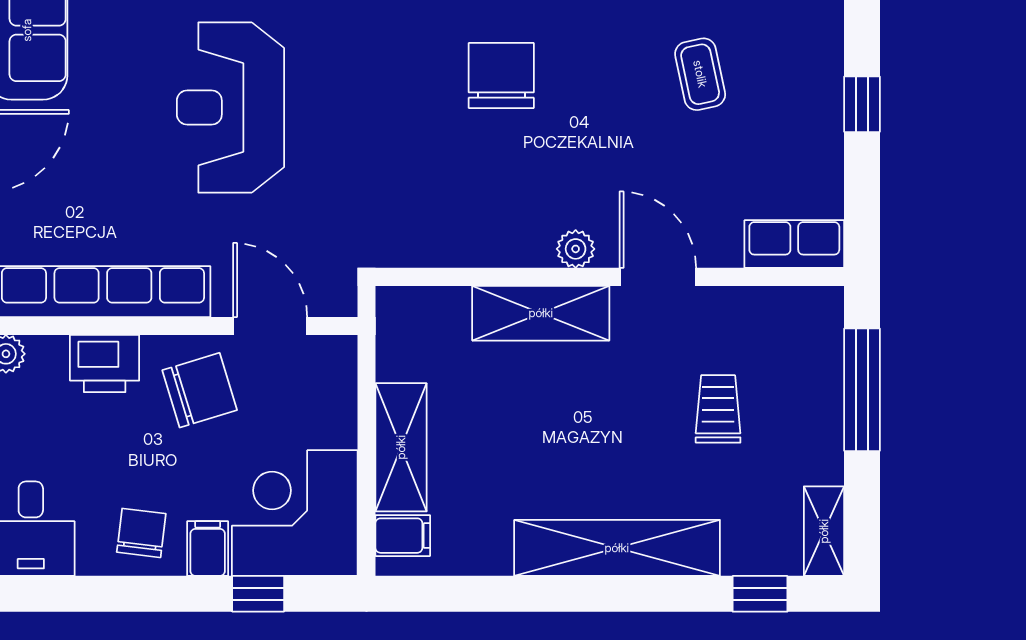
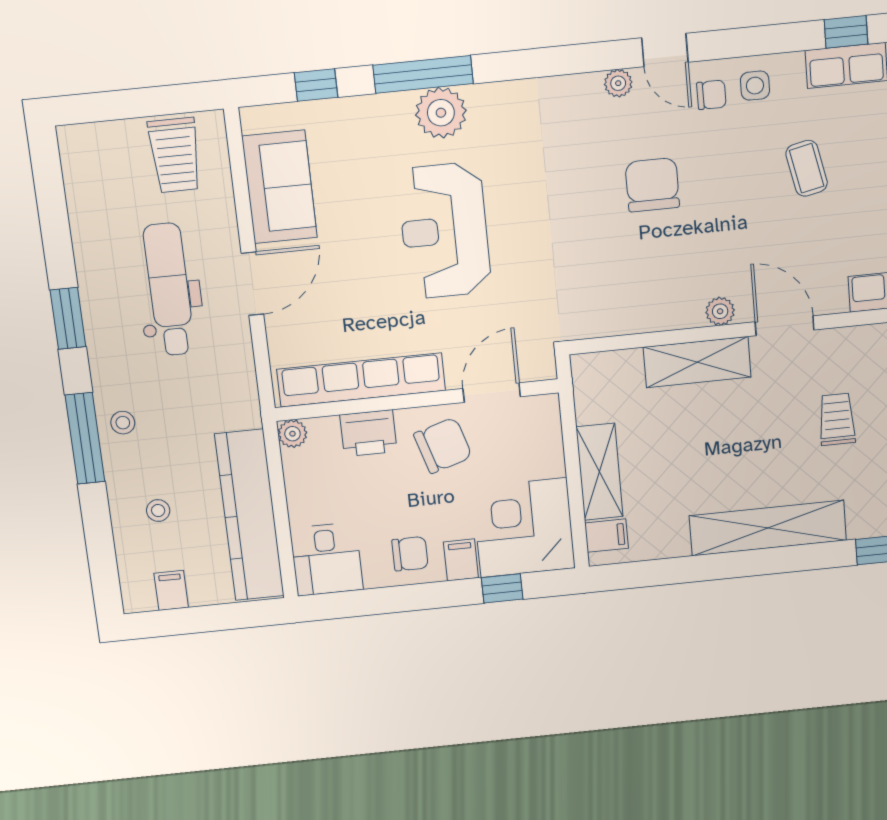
door: (270, 326) -> (492, 393), hinge flipped
chair: (141, 533) -> (410, 554), turned 83

